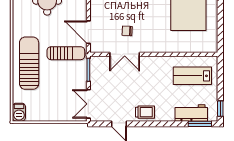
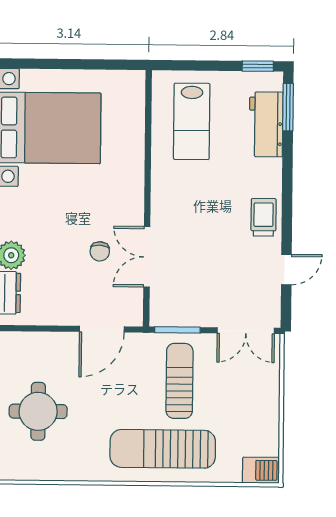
sun lounger: (66, 53) -> (179, 381), moved
double door: (125, 54) -> (147, 257), swing flipped

